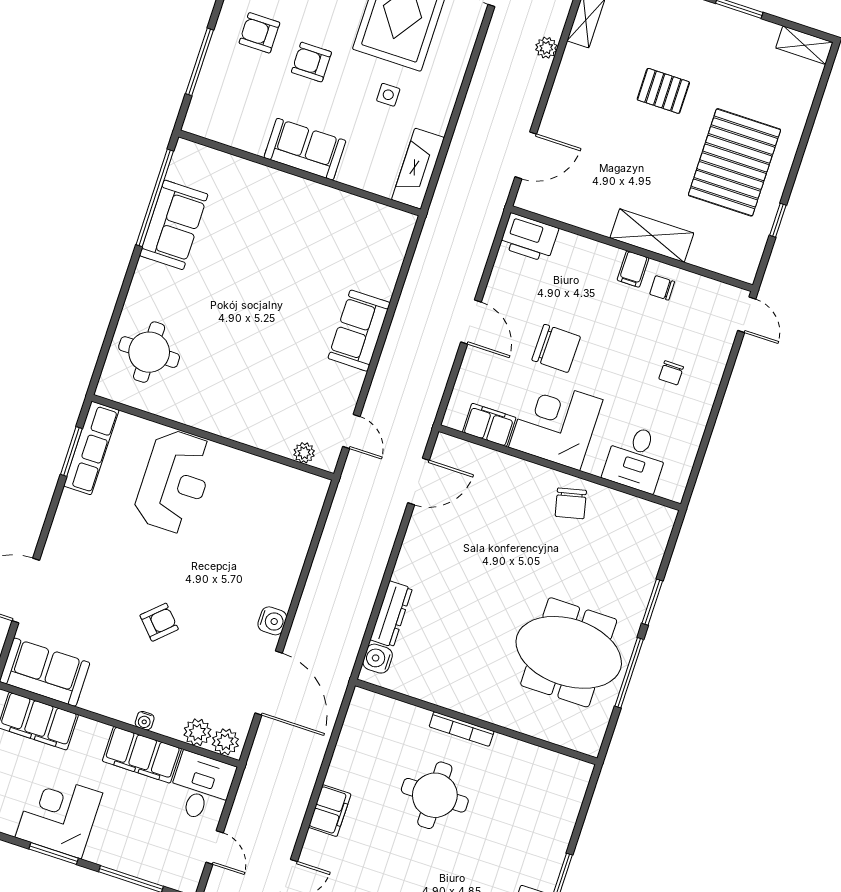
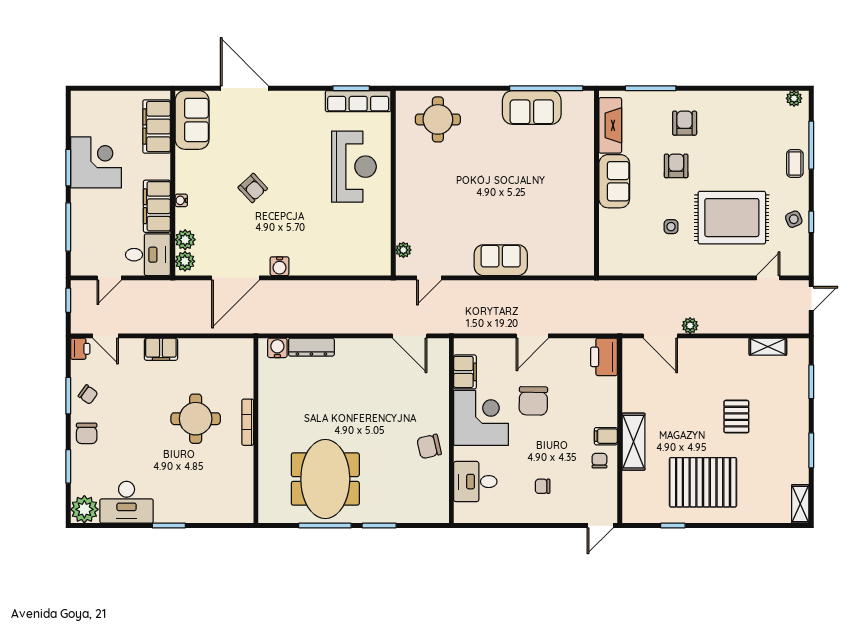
plant: (546, 48) -> (690, 326), moved
fireplace: (418, 169) -> (610, 125), moved, turned 90
reception desk: (175, 482) -> (354, 167), turned -90

